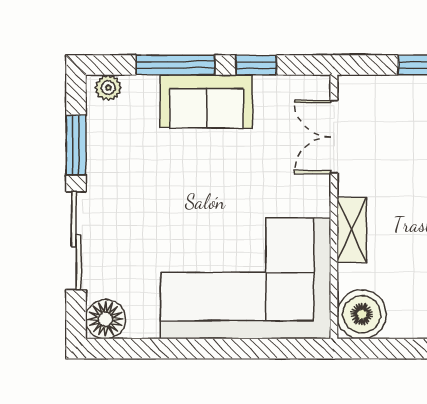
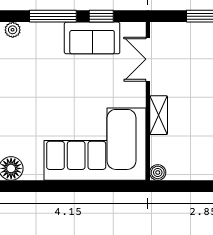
sofa: (206, 101) -> (92, 38), moved
boiler: (362, 314) -> (158, 172), width x0.54, depth x0.54

